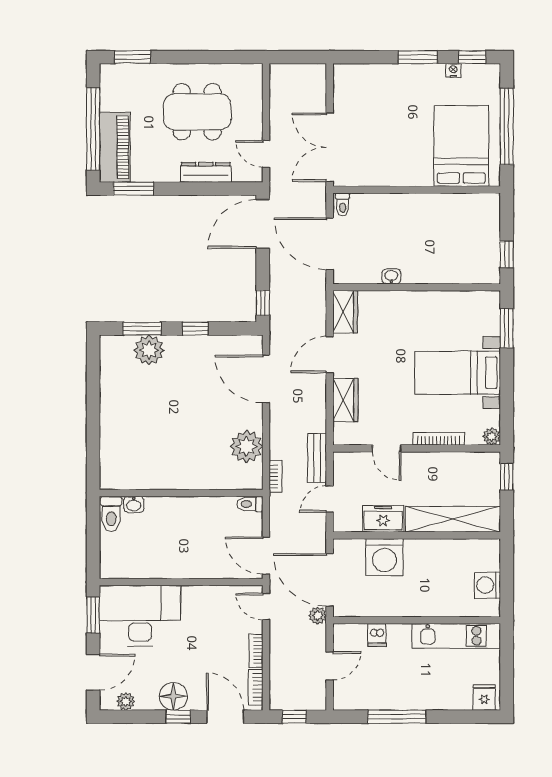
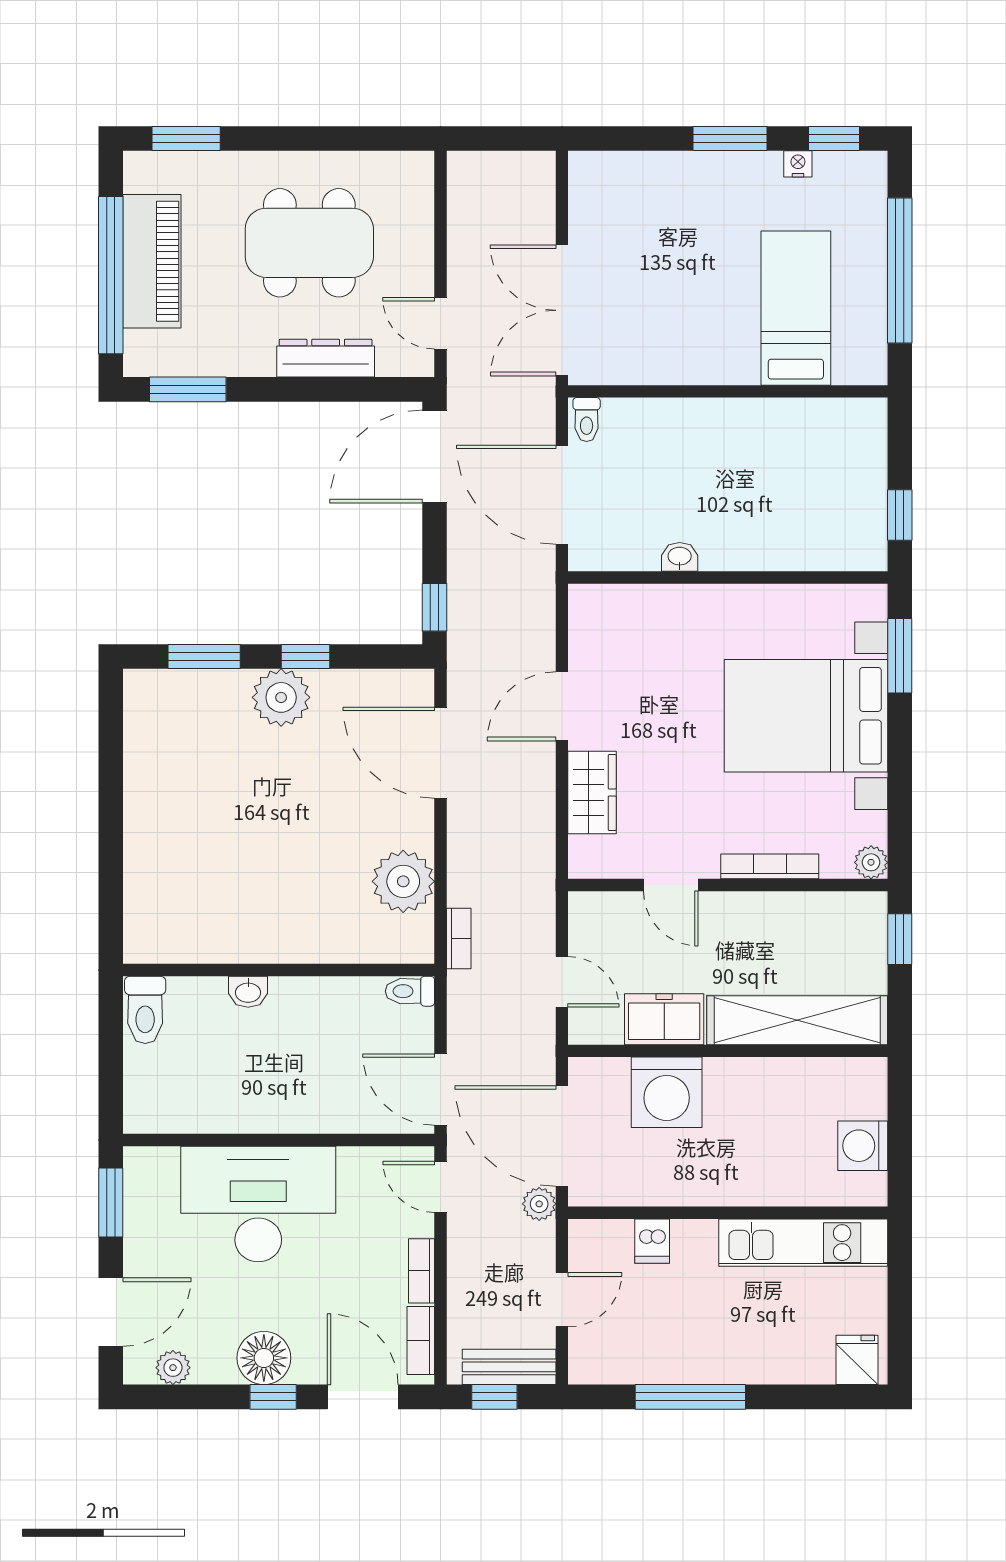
bed: (461, 146) -> (796, 308), width x0.67
piano: (115, 147) -> (152, 261), moved
wardrobe: (345, 312) -> (592, 624), removed
plant: (149, 350) -> (281, 697), moved
bed with nightstands: (458, 373) -> (806, 716), width x1.36
bench: (317, 458) -> (509, 1367), moved, turned 90
door: (330, 499) -> (562, 982), swing flipped
washbasin: (134, 504) -> (248, 992), moved
desk: (140, 616) -> (258, 1204), moved

